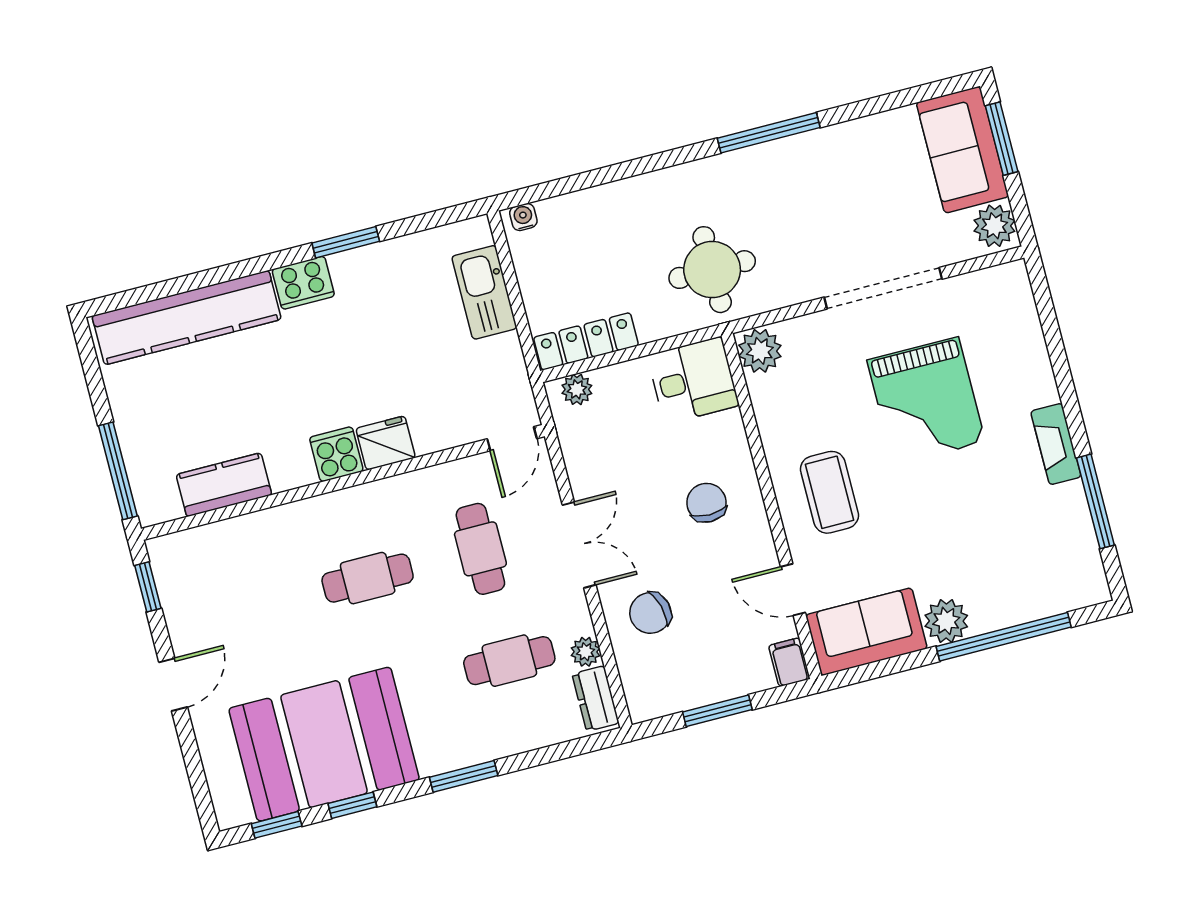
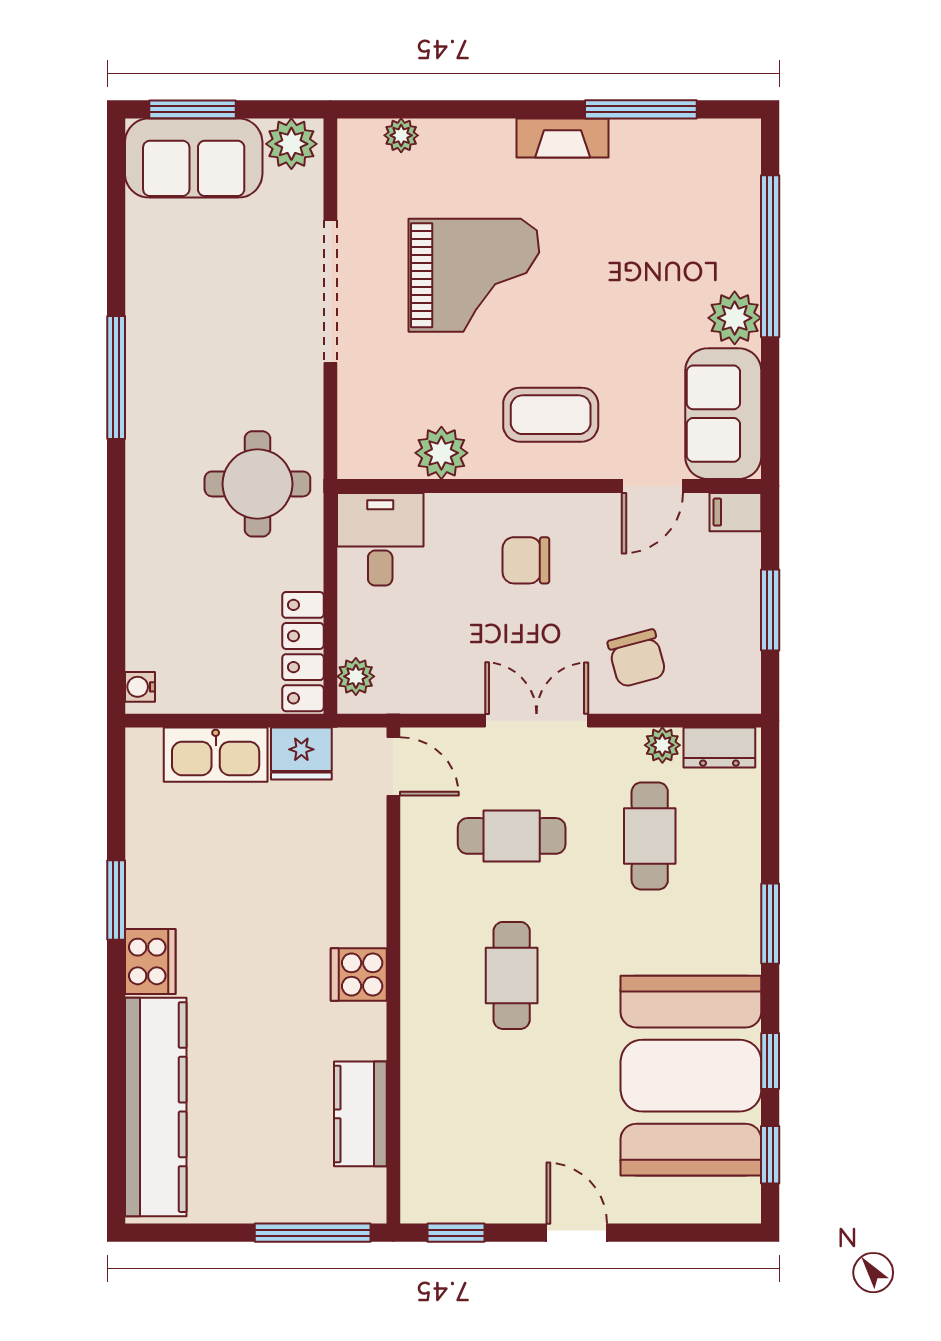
plant: (1024, 313) -> (401, 135), added
plant: (760, 351) -> (441, 453), moved
fridge: (386, 443) -> (301, 753), moved, turned -90

